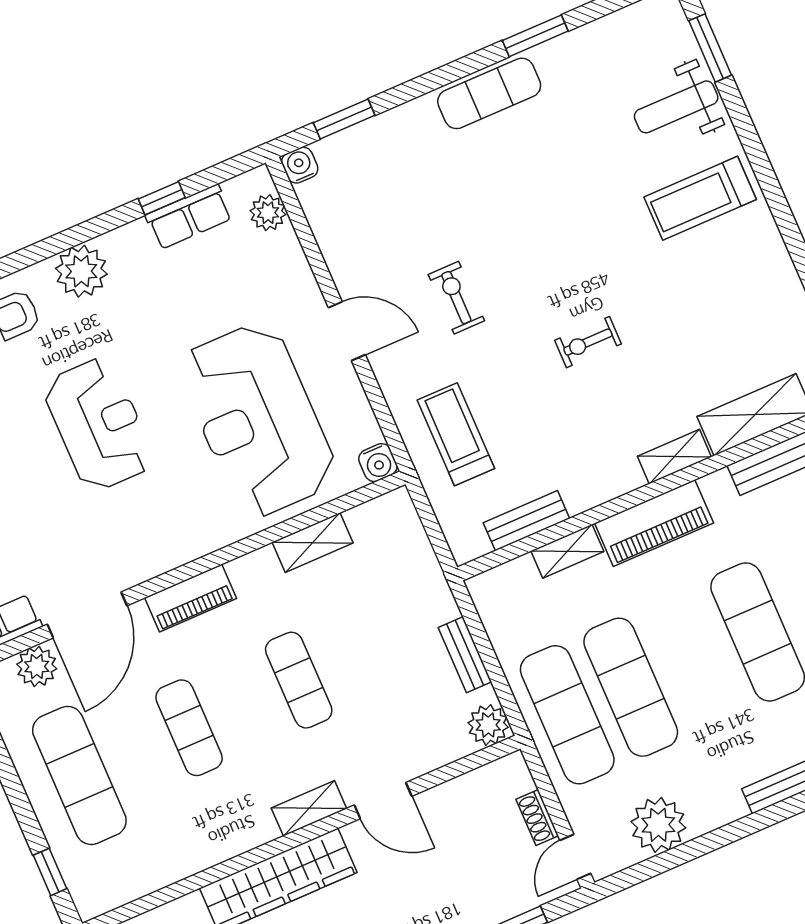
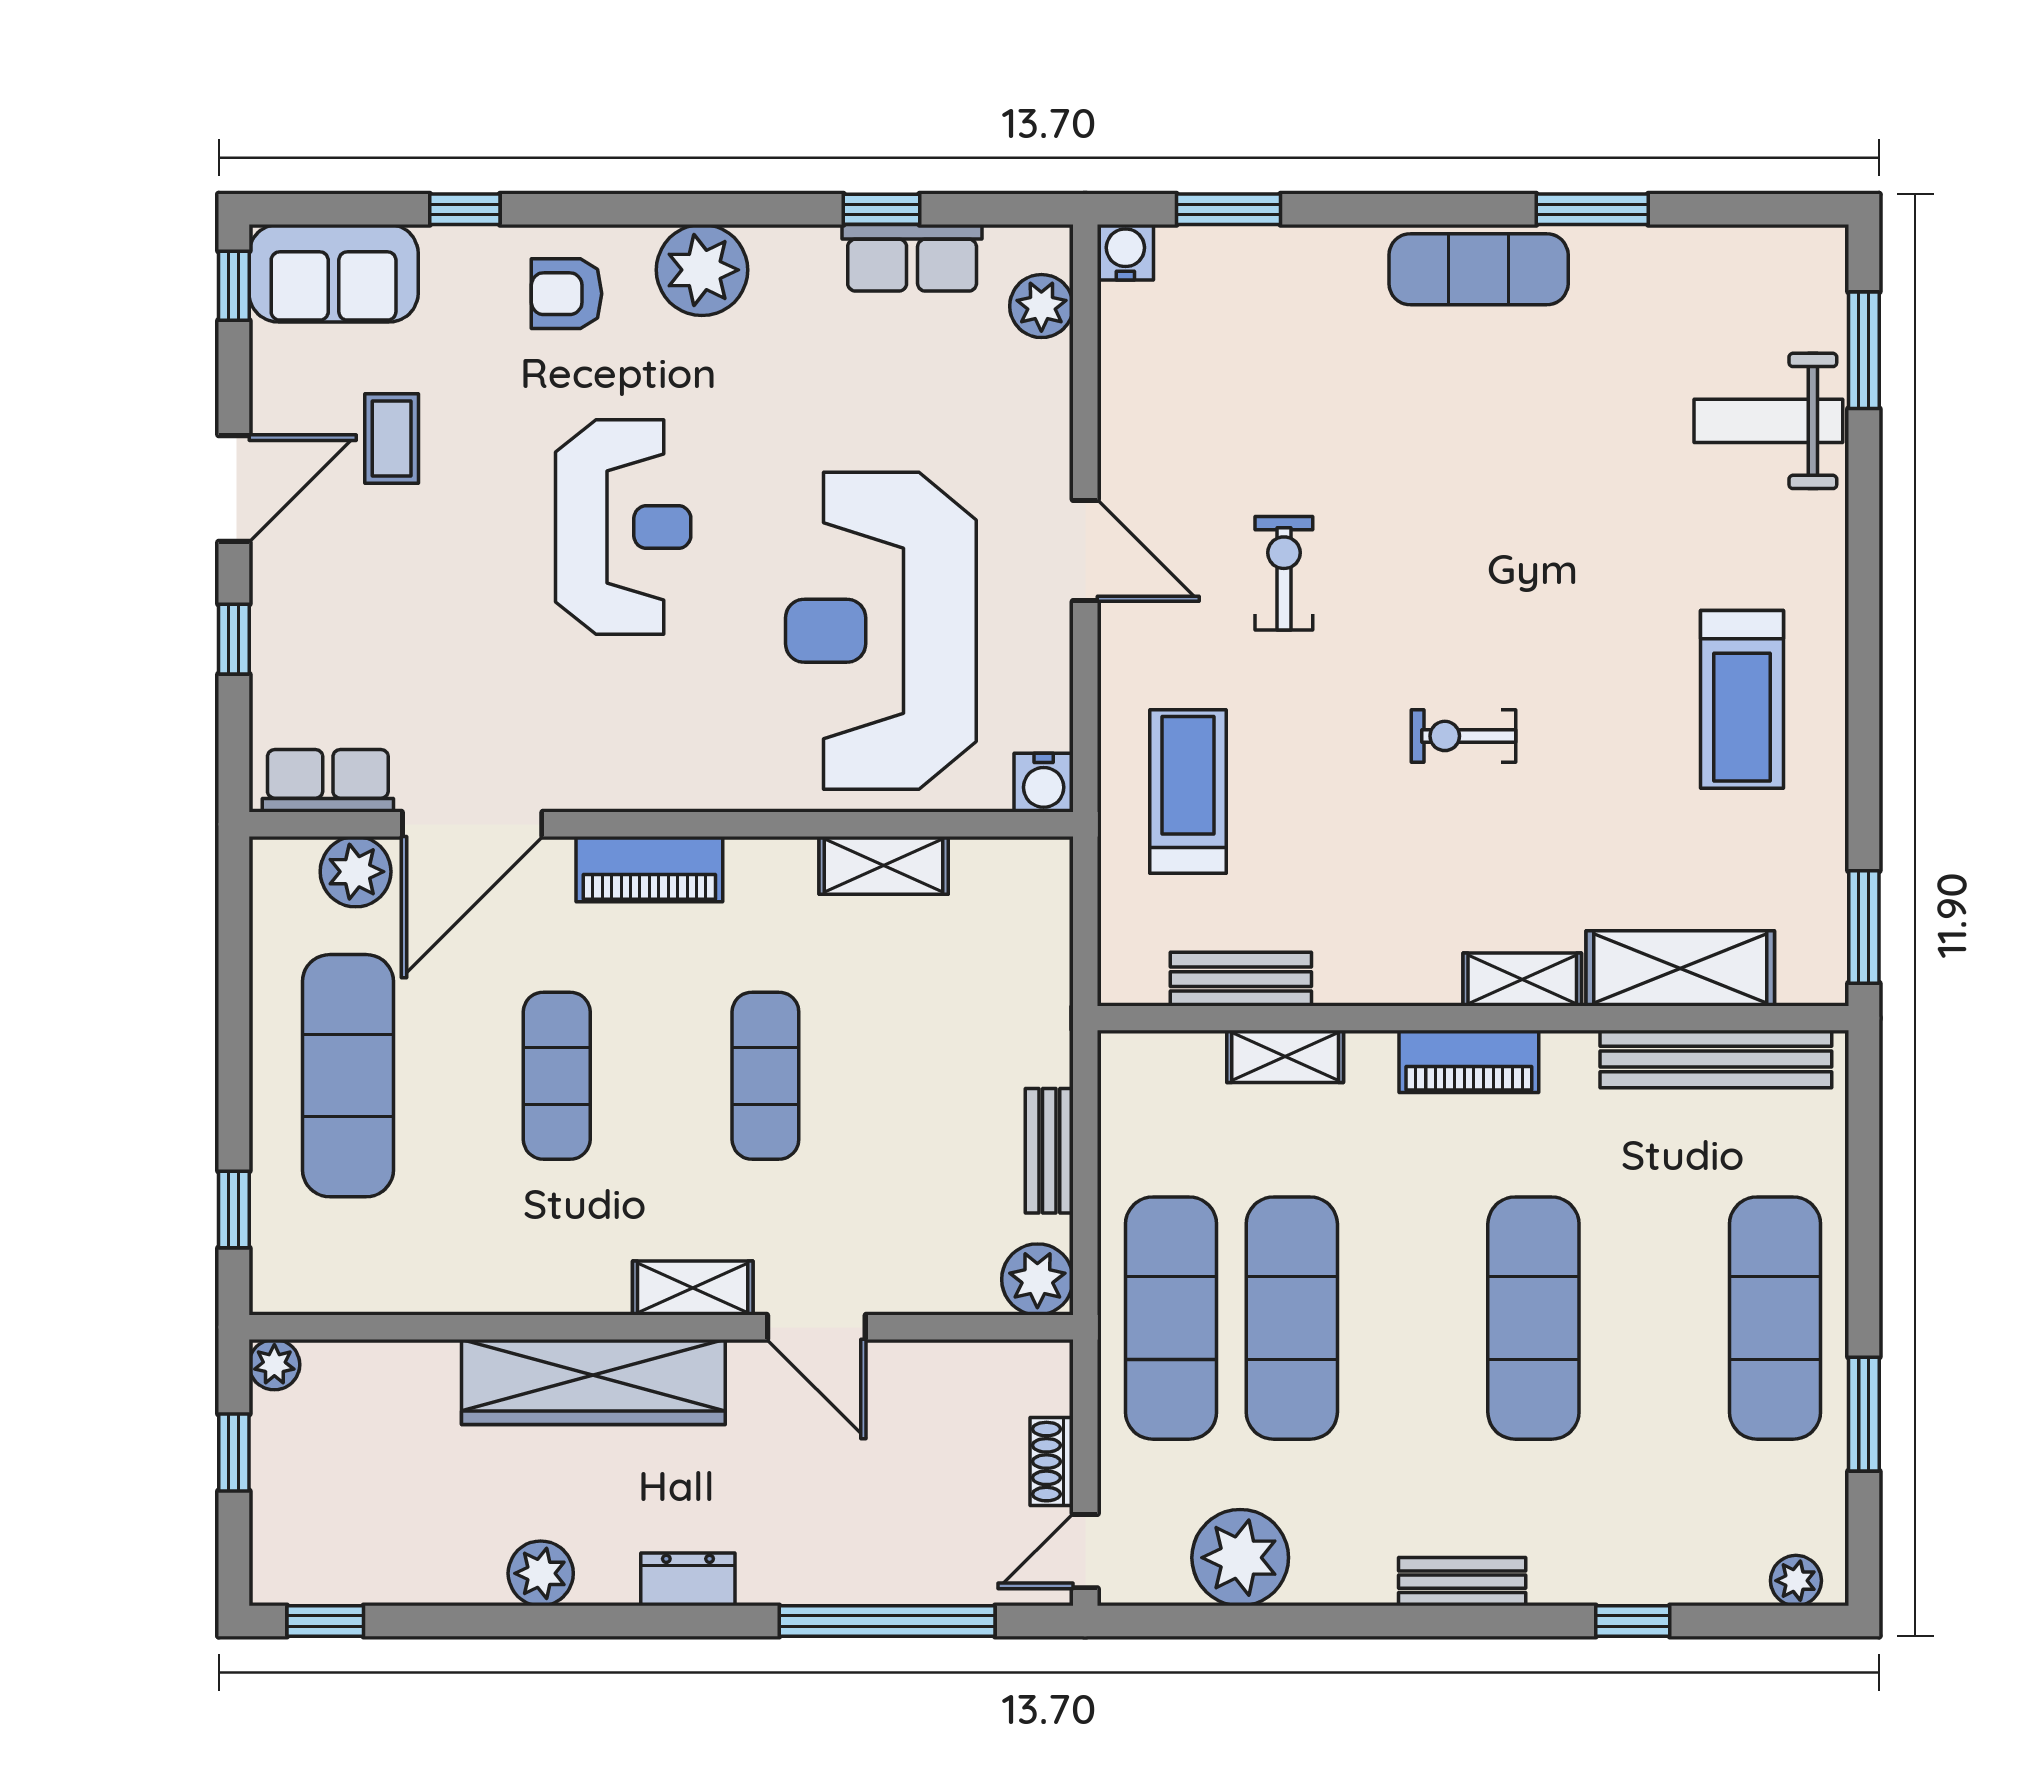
treadmill: (700, 198) -> (1742, 699), moved, turned -90
piano: (654, 523) -> (1469, 1061), width x0.73, depth x0.75

